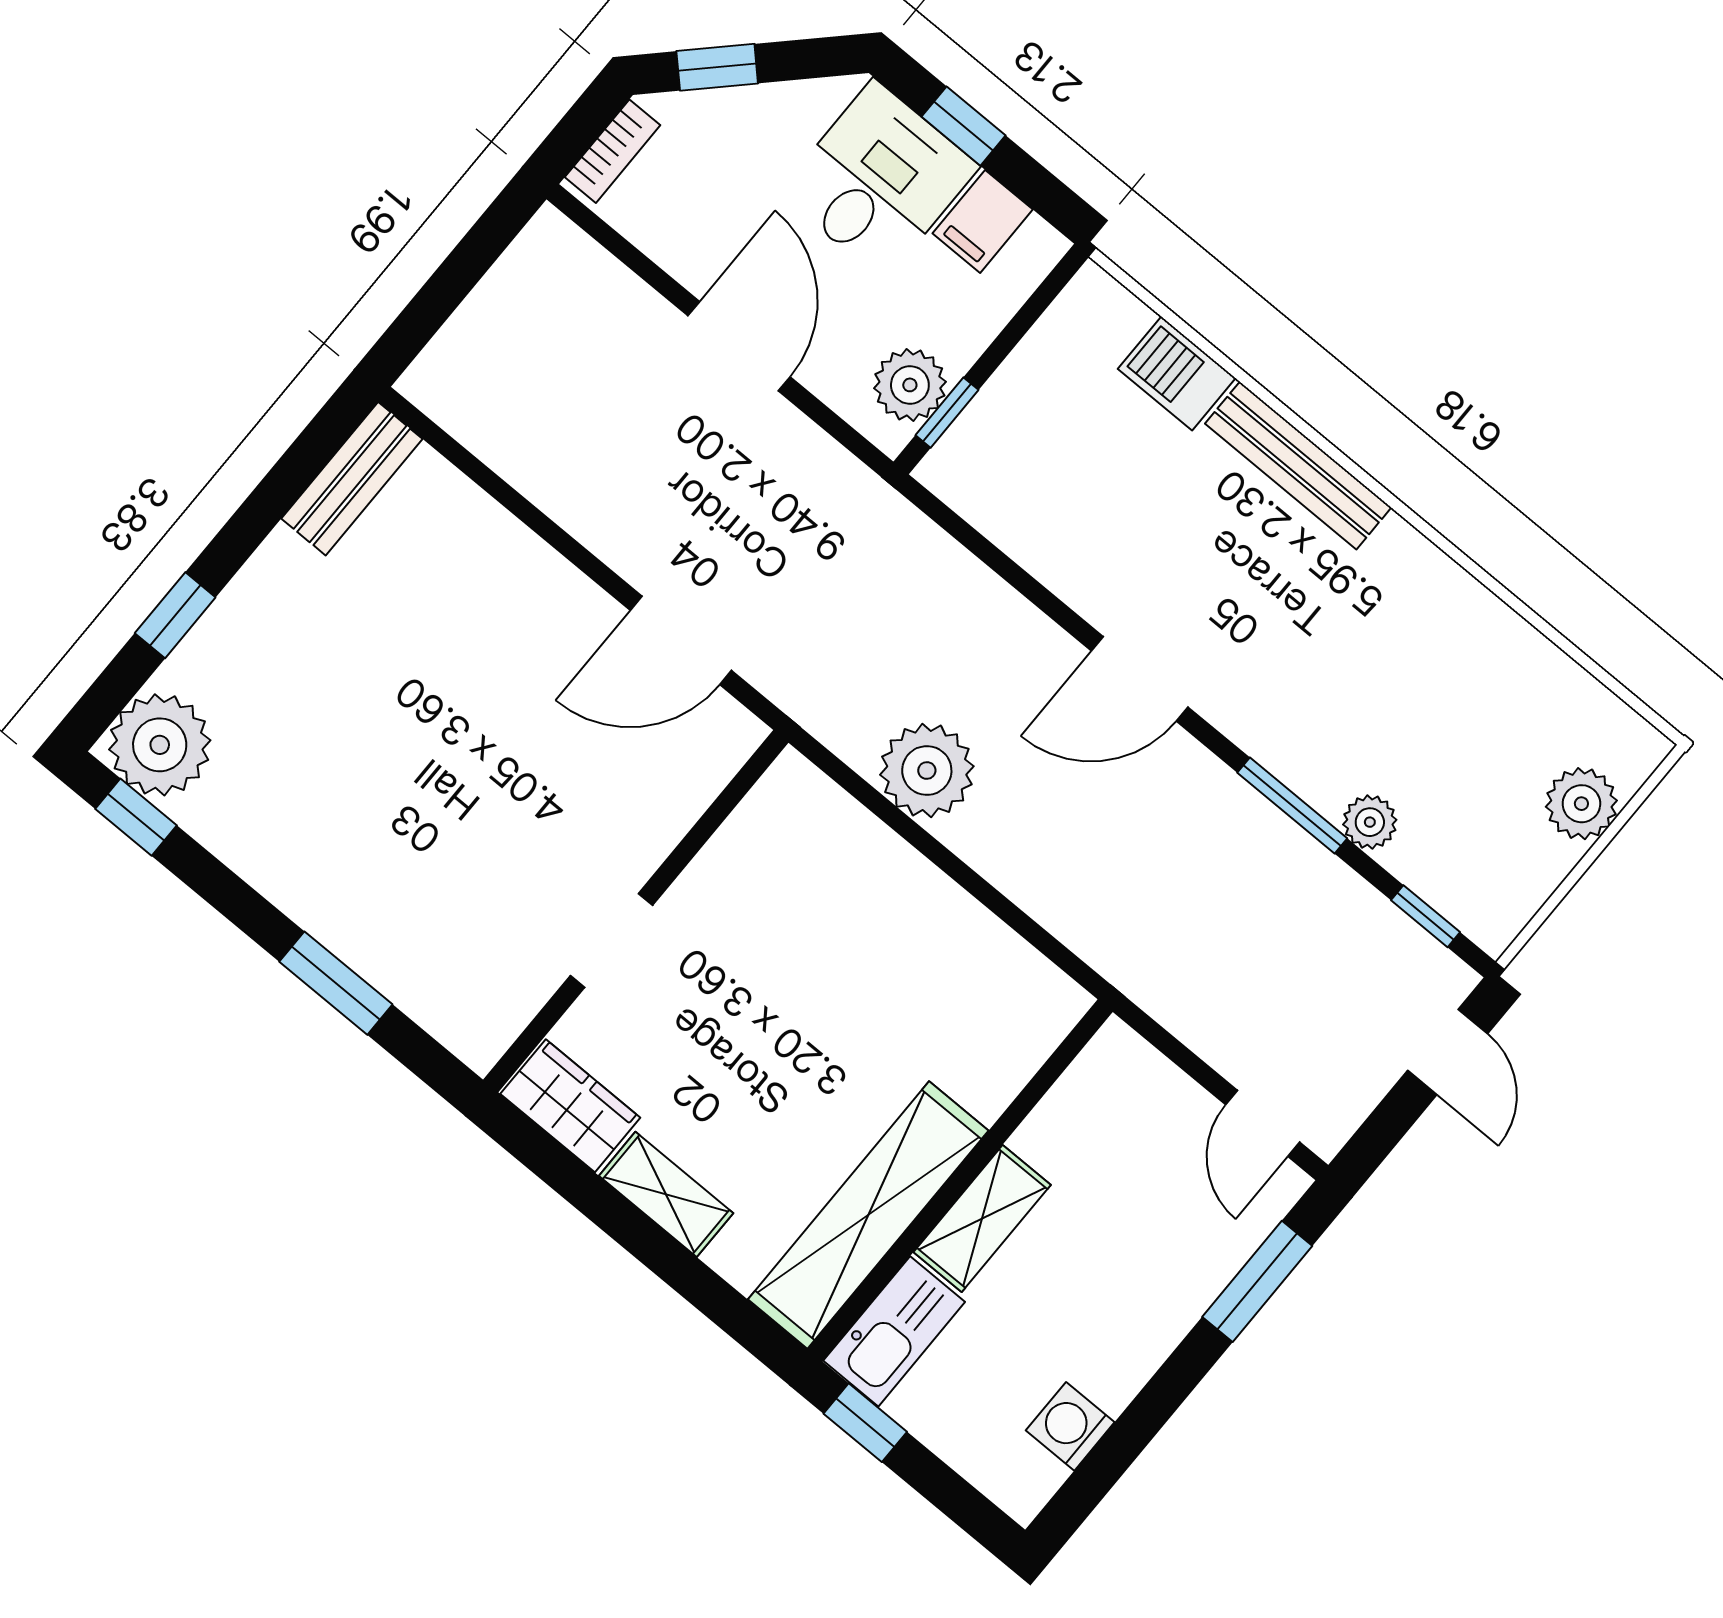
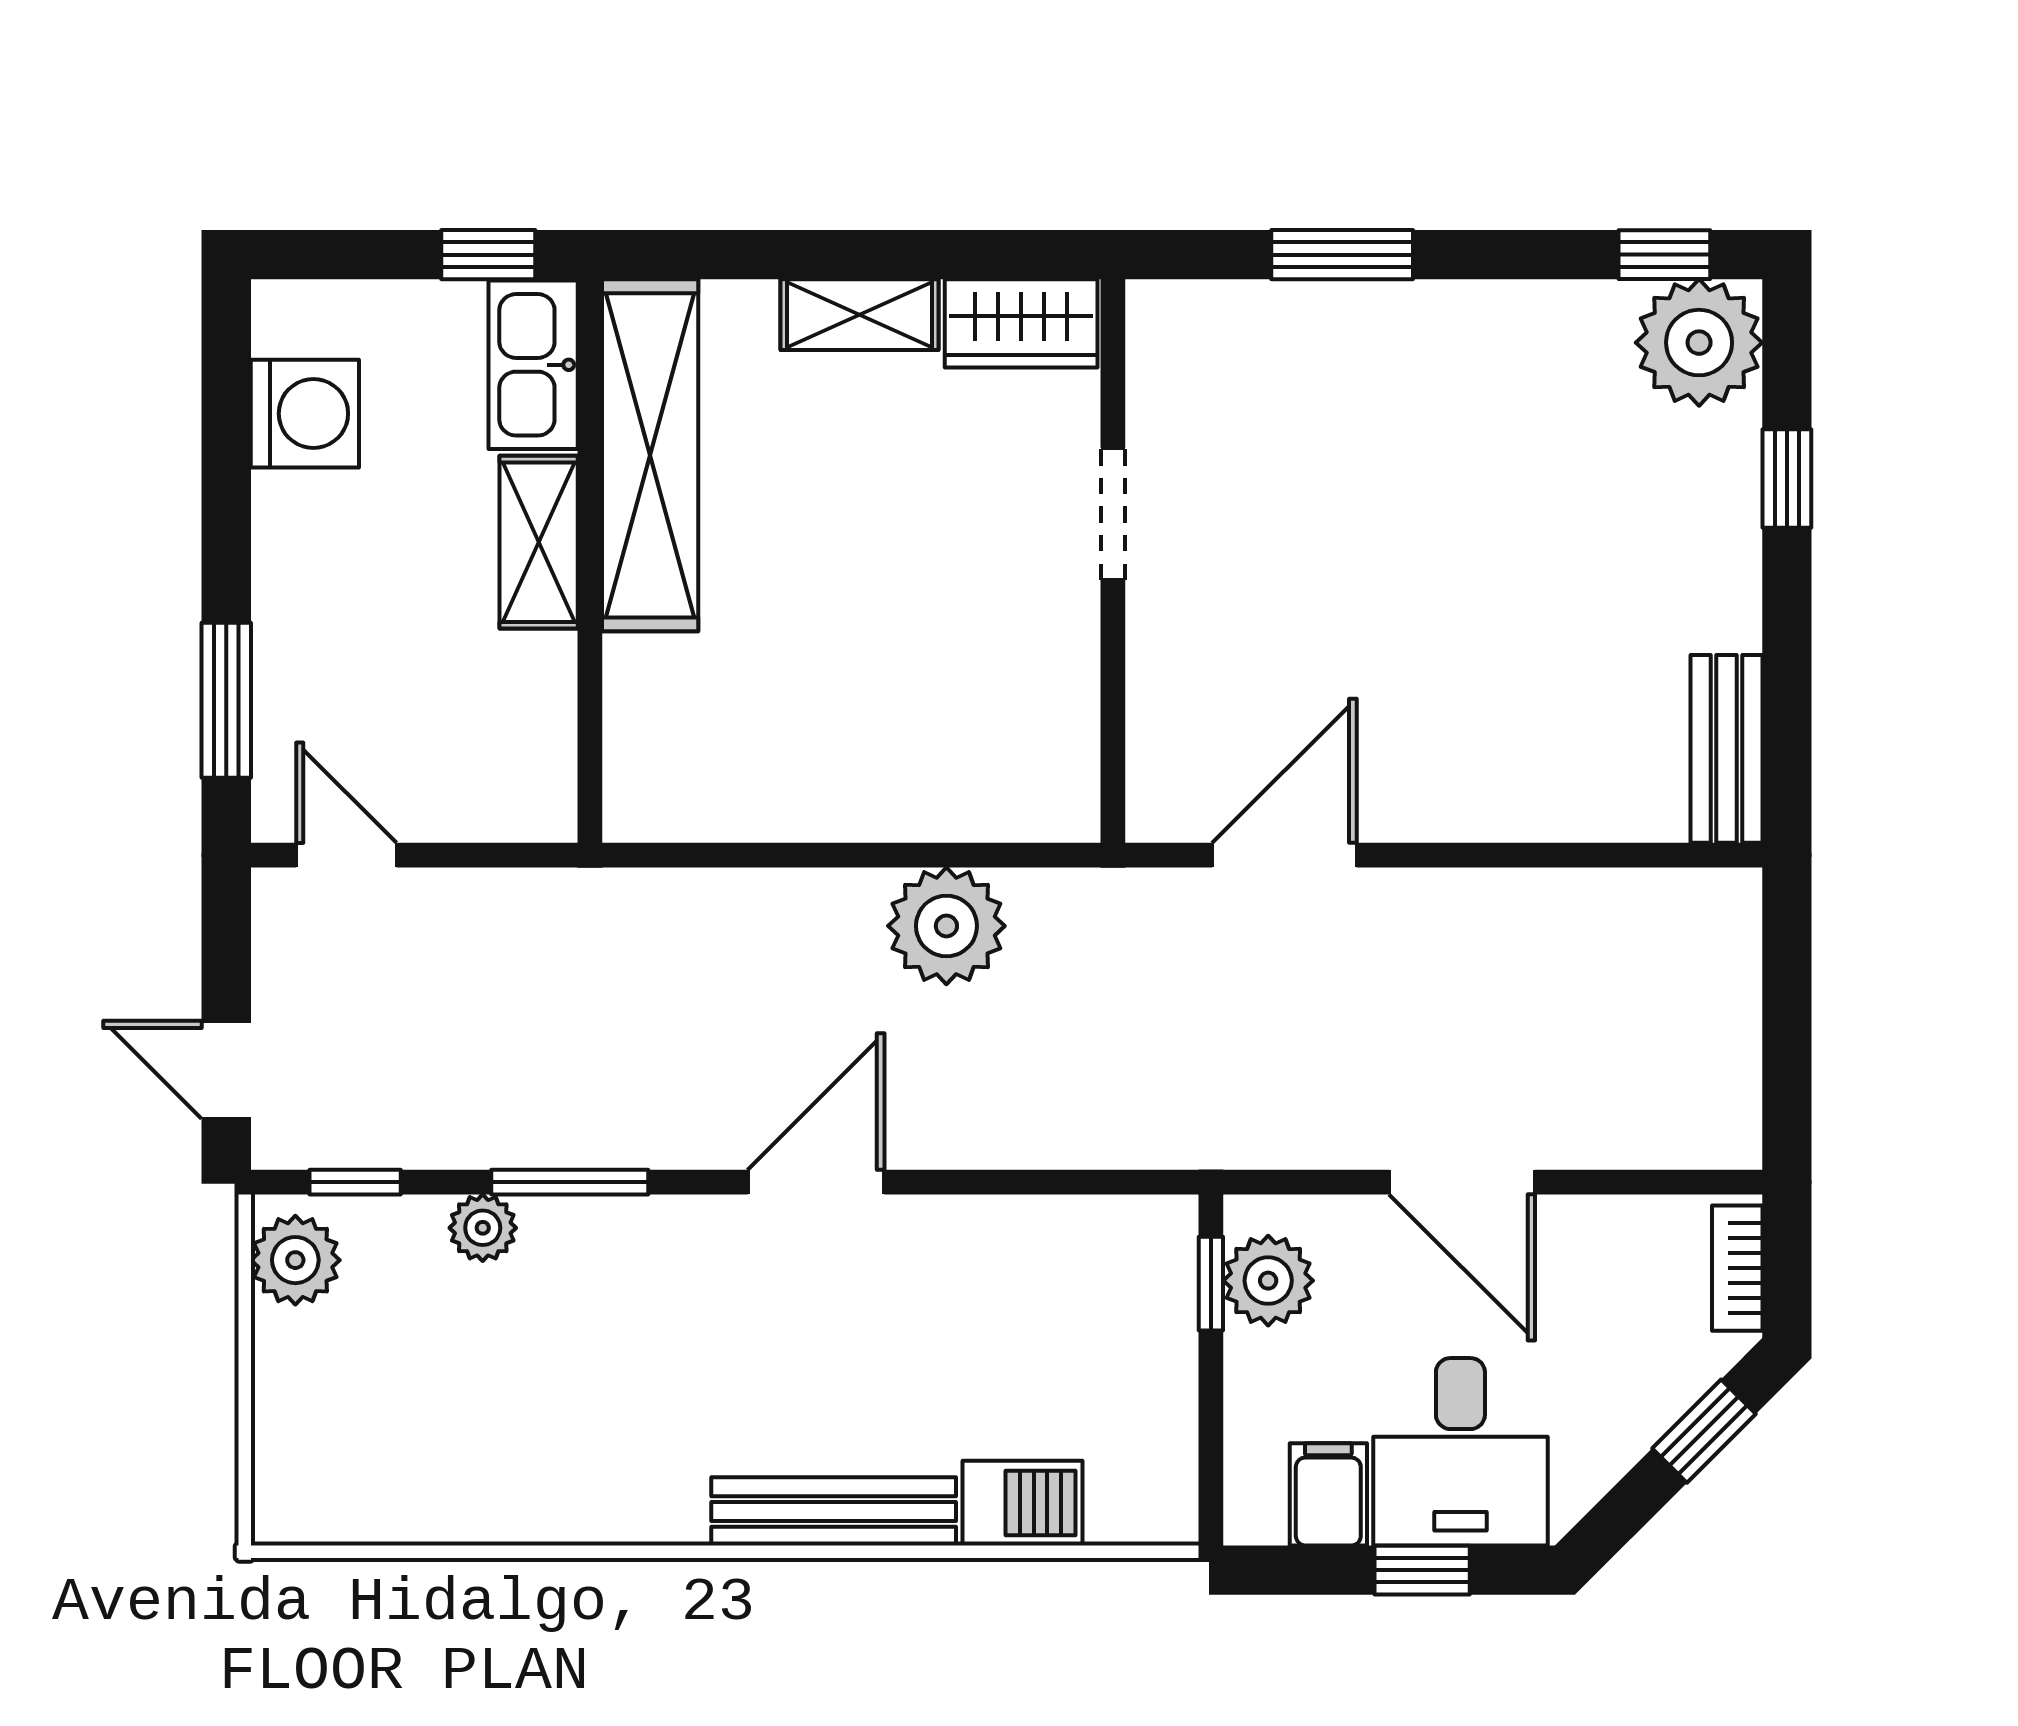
plant: (1581, 804) -> (295, 1260), moved
washing machine: (1070, 1426) -> (305, 414), width x1.38, depth x1.38

